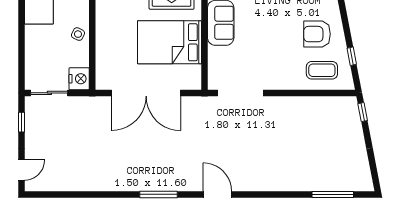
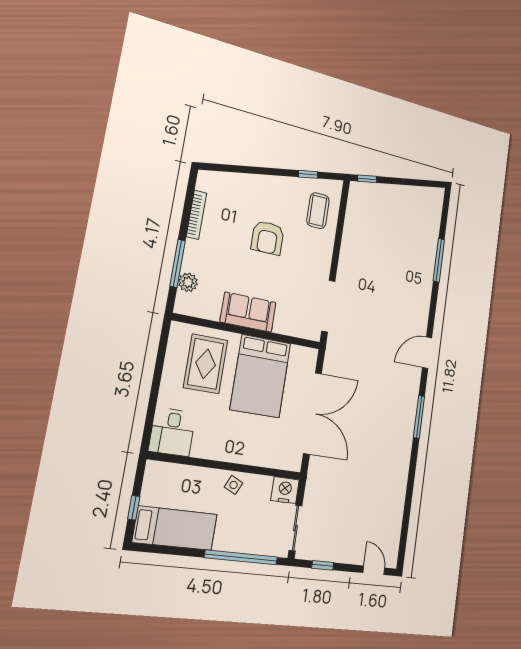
armchair: (317, 34) -> (268, 238), moved
window: (21, 50) -> (241, 557), added
window: (333, 194) -> (439, 260), moved

